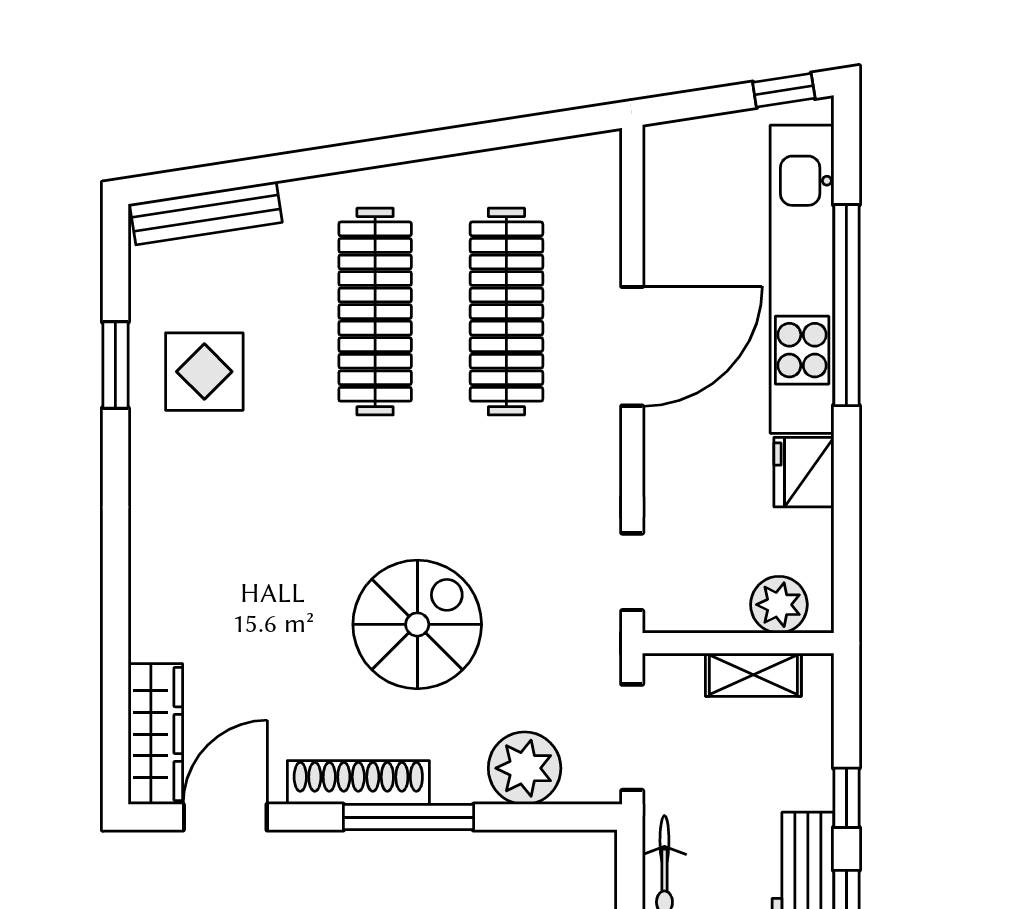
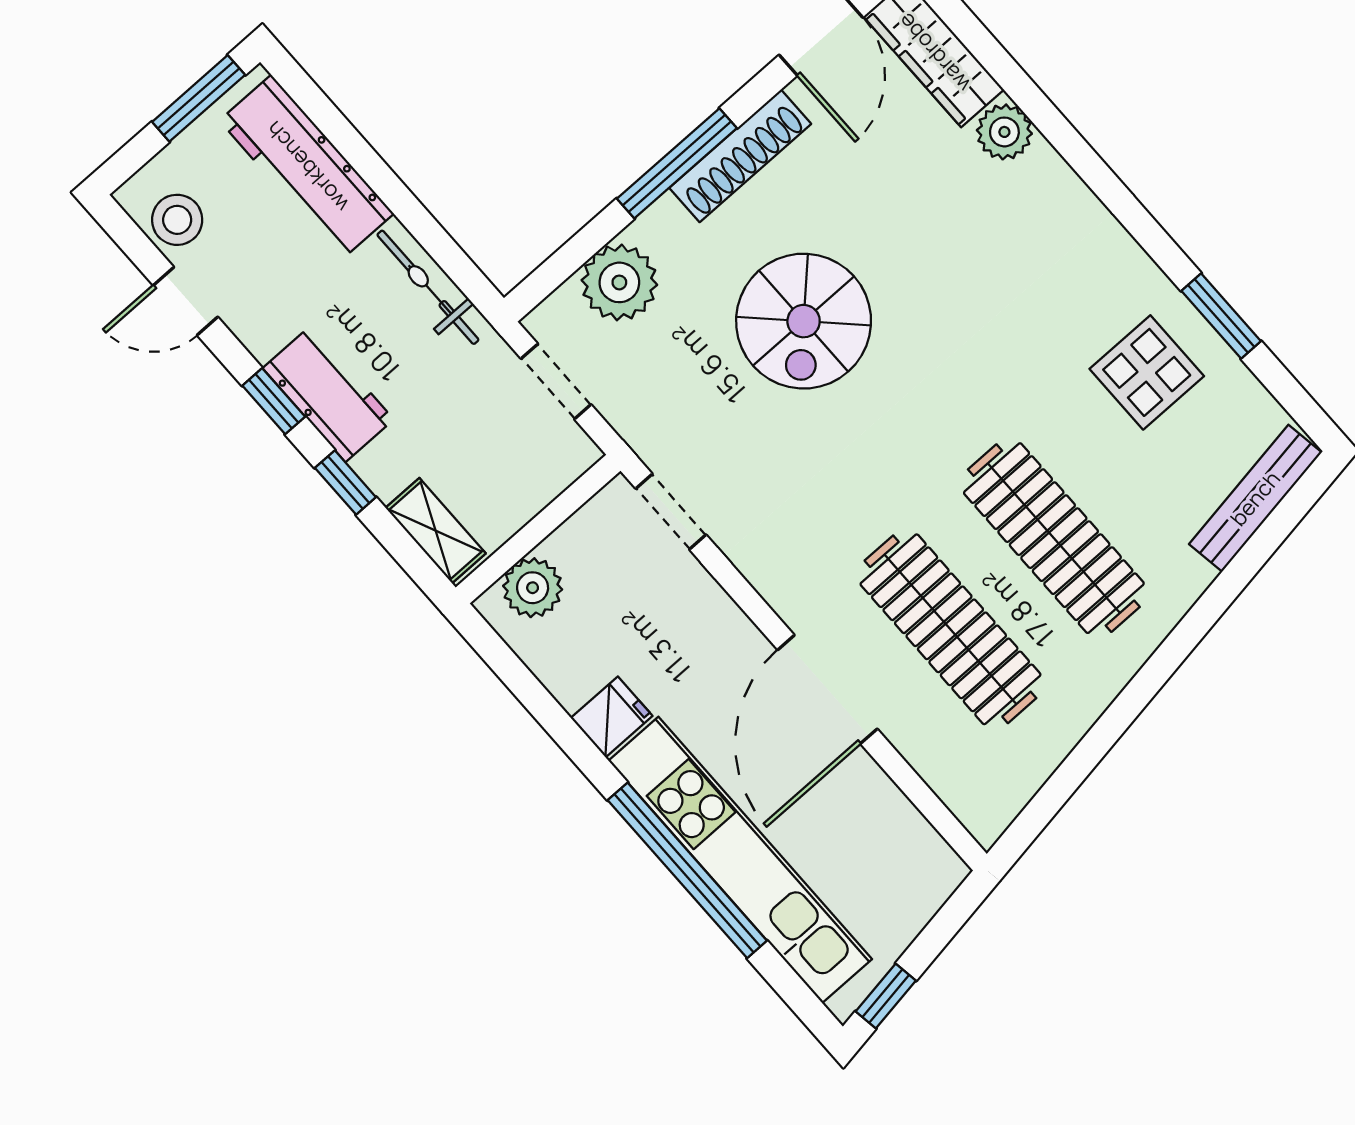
fridge: (804, 472) -> (612, 717), width x0.72
plant: (154, 633) -> (1004, 132), added
shelving: (753, 675) -> (436, 531), moved, turned 90
doorway: (632, 737) -> (556, 381), width x0.73

